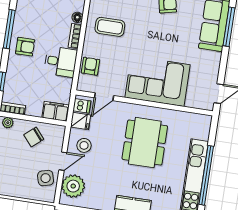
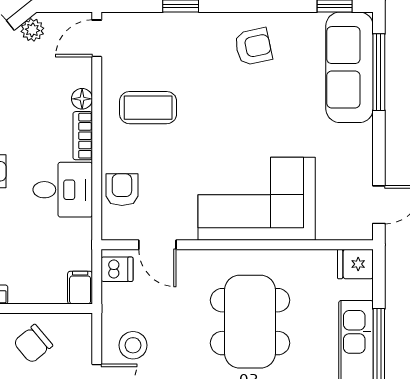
door: (104, 97) -> (157, 245), hinge flipped
filing cabinet: (56, 111) -> (80, 288), width x0.50
fridge: (80, 121) -> (355, 264), moved, turned 180

